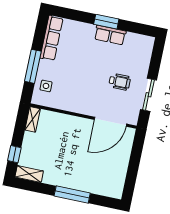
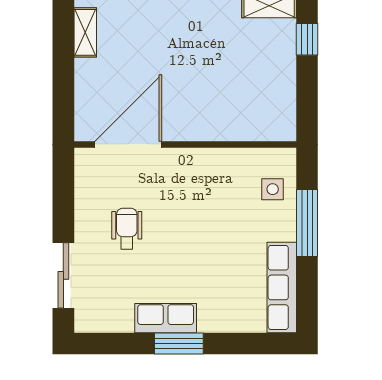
wheelchair: (120, 82) -> (127, 229), turned 90
sliding door: (149, 95) -> (63, 275), moved
shelving: (33, 119) -> (85, 32), moved

